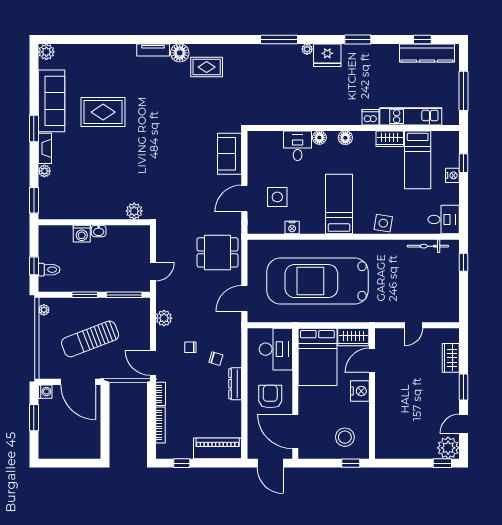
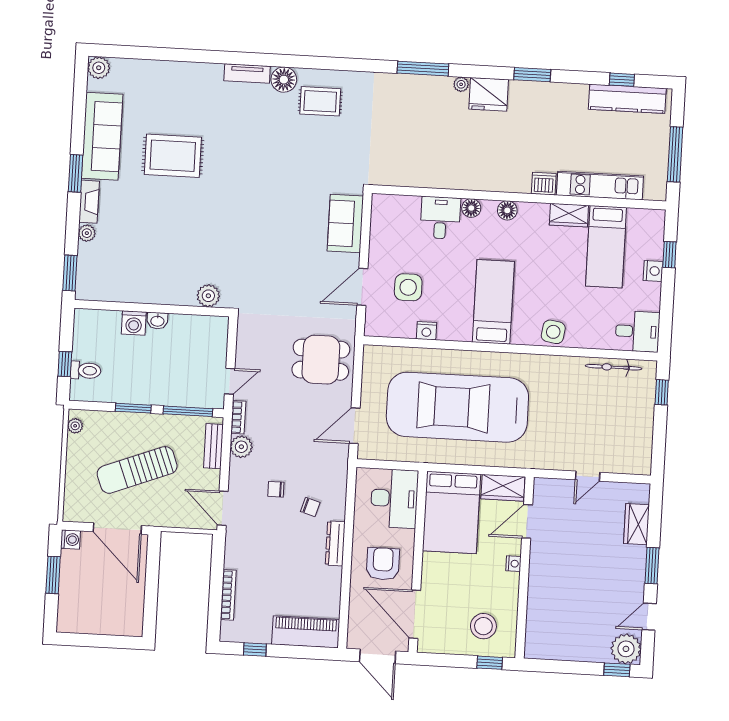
bench: (144, 319) -> (213, 446), added
nightstand: (360, 391) -> (514, 564), width x0.53, depth x0.56
bookcase: (161, 394) -> (238, 417), moved

